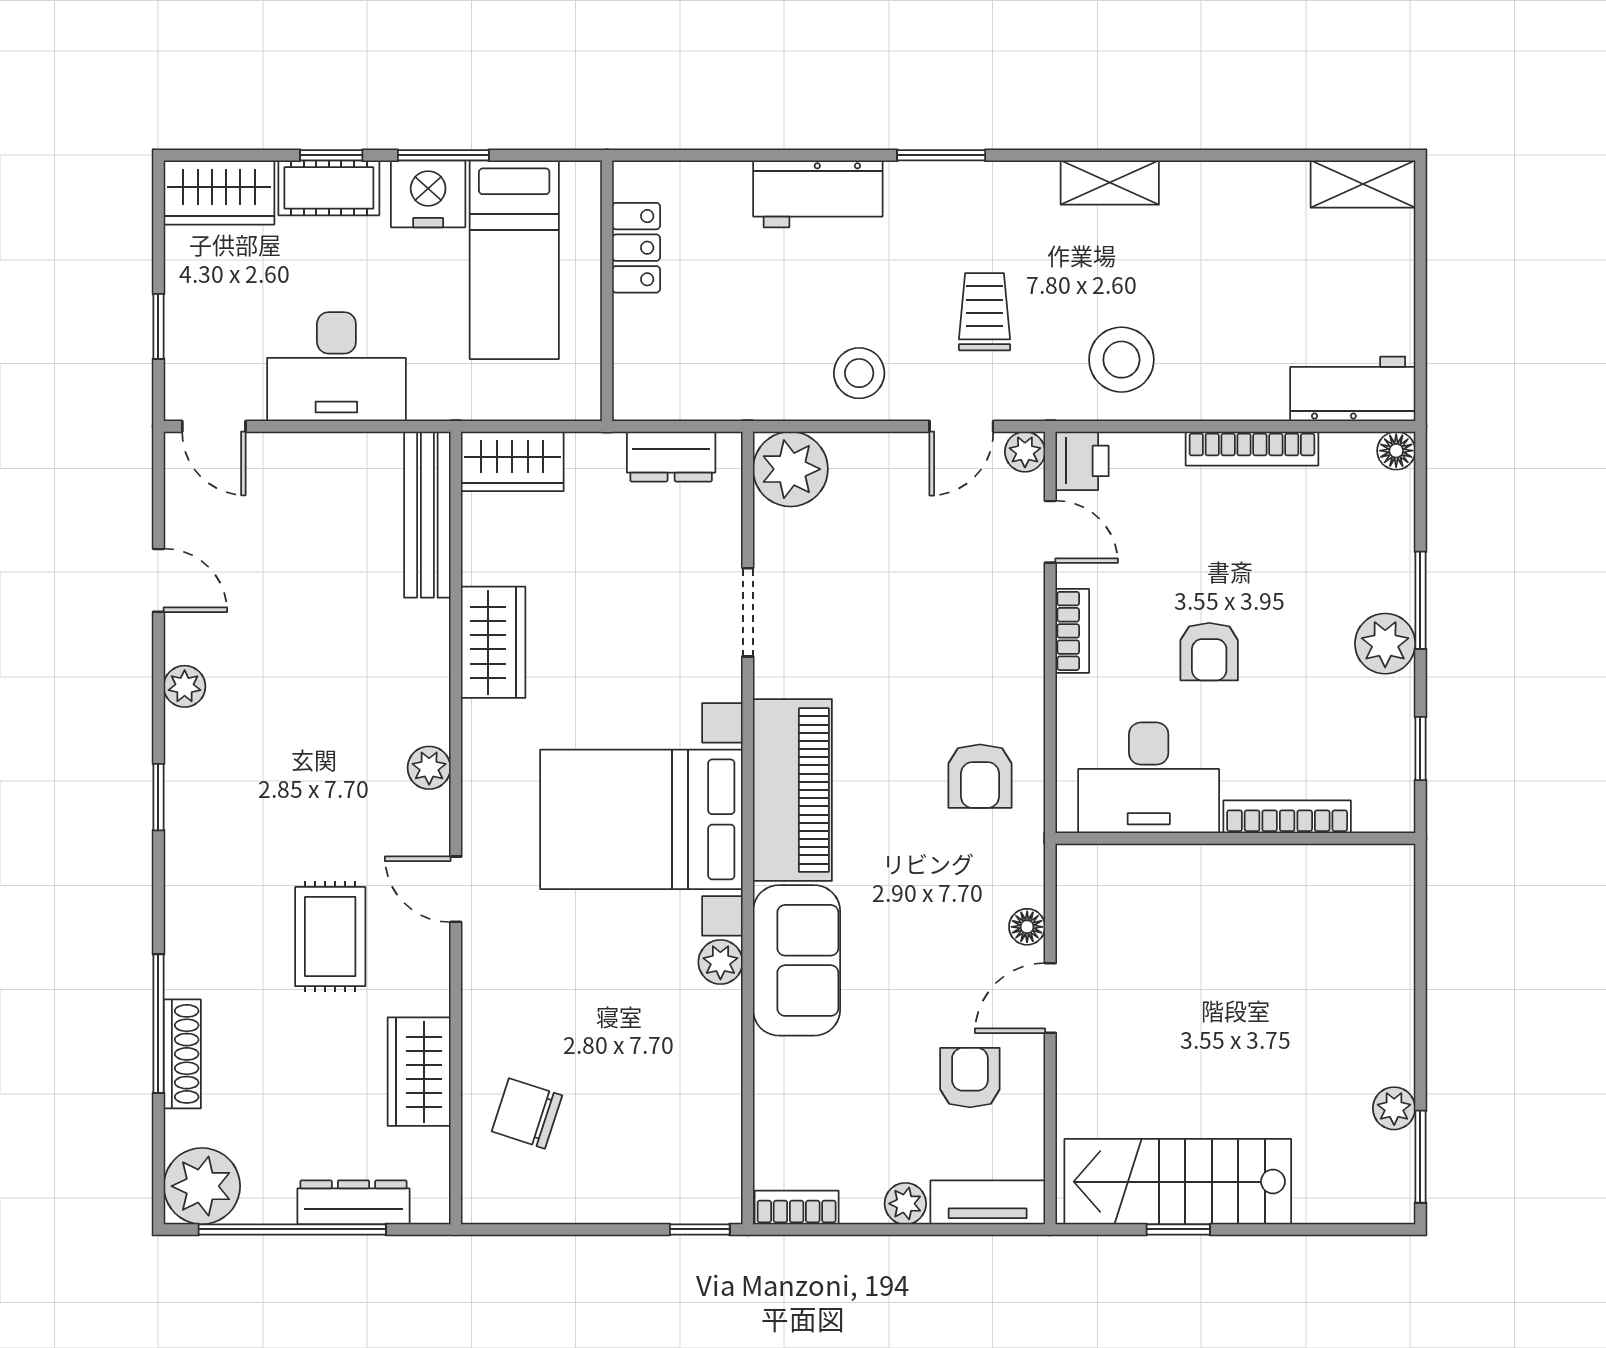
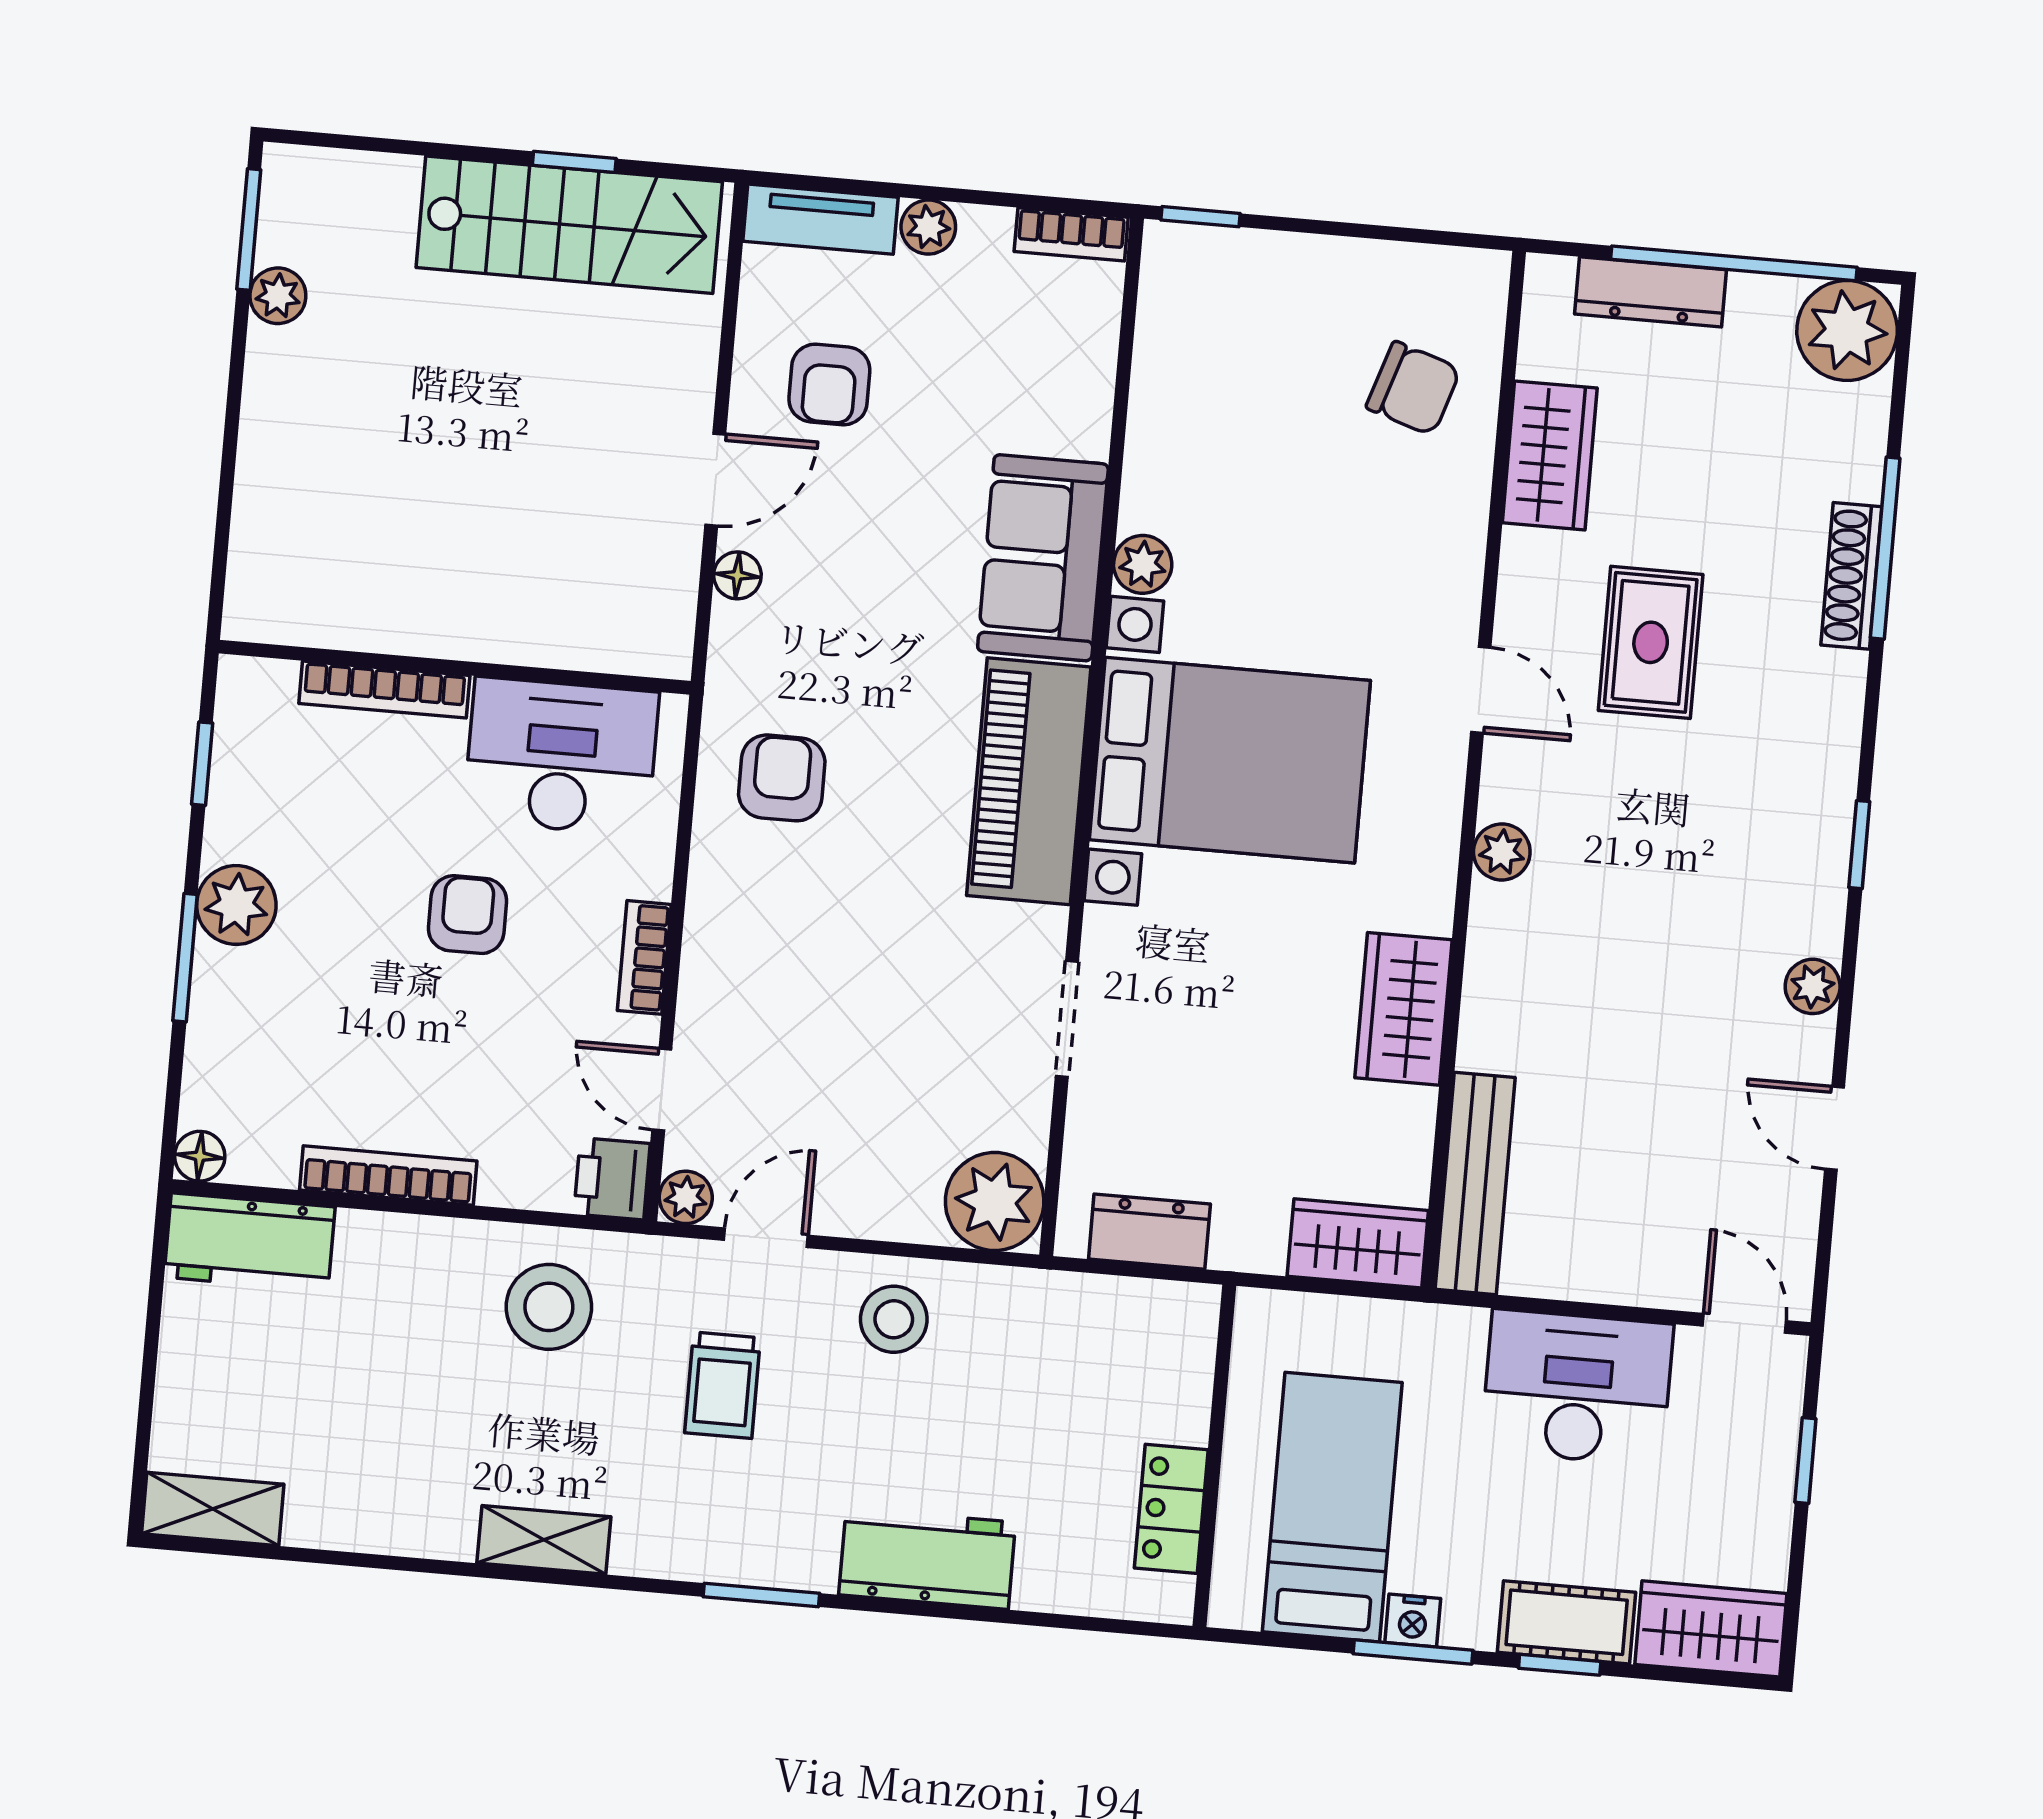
nightstand: (428, 194) -> (1413, 1621), width x0.53, depth x0.56
shoe rack: (182, 1054) -> (1851, 576), moved

